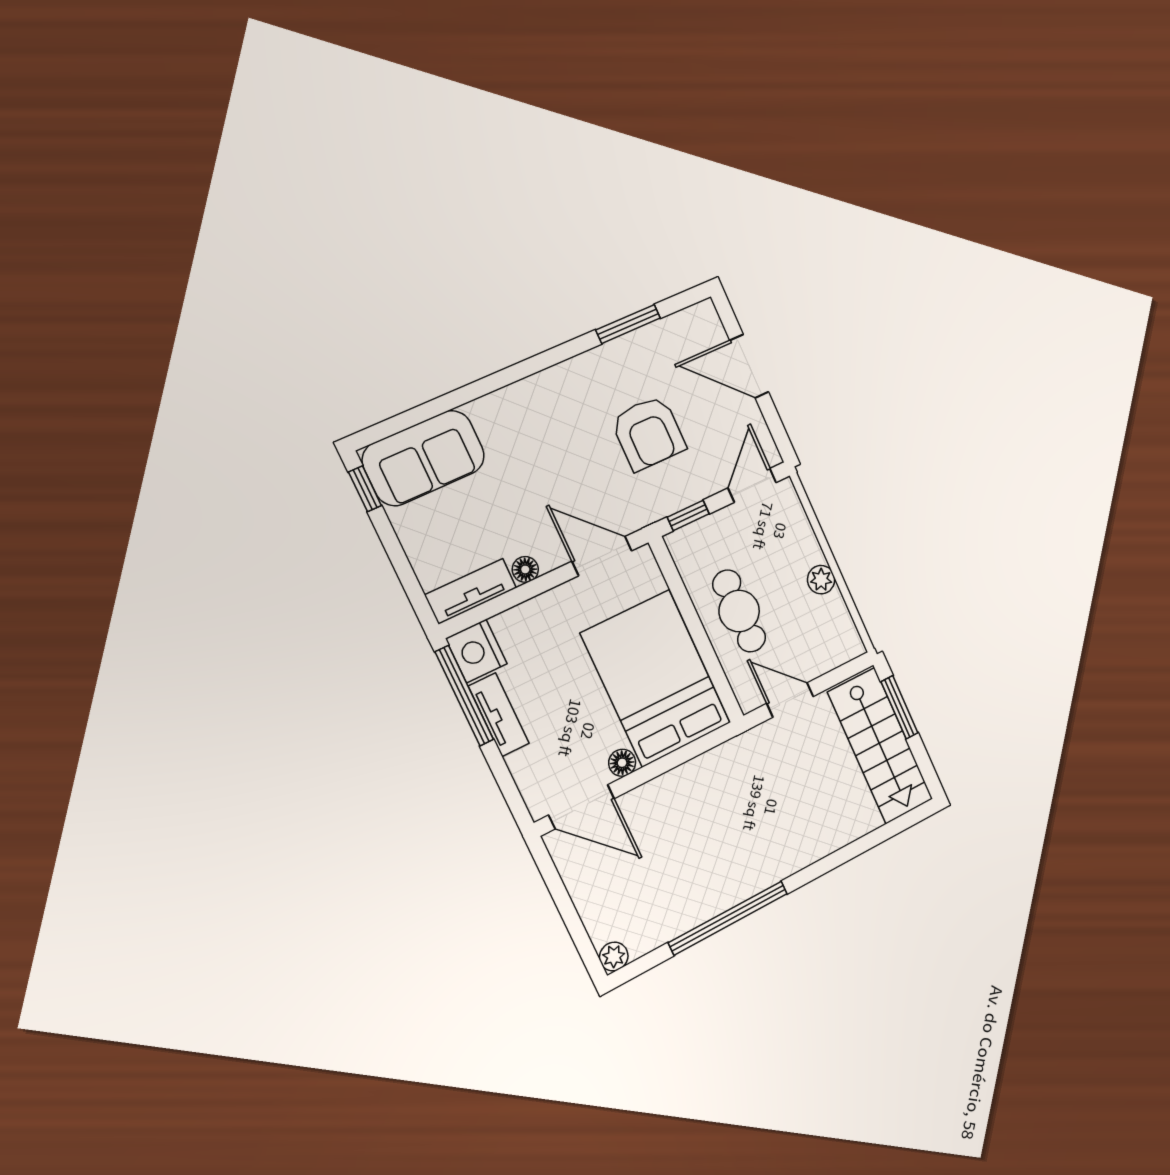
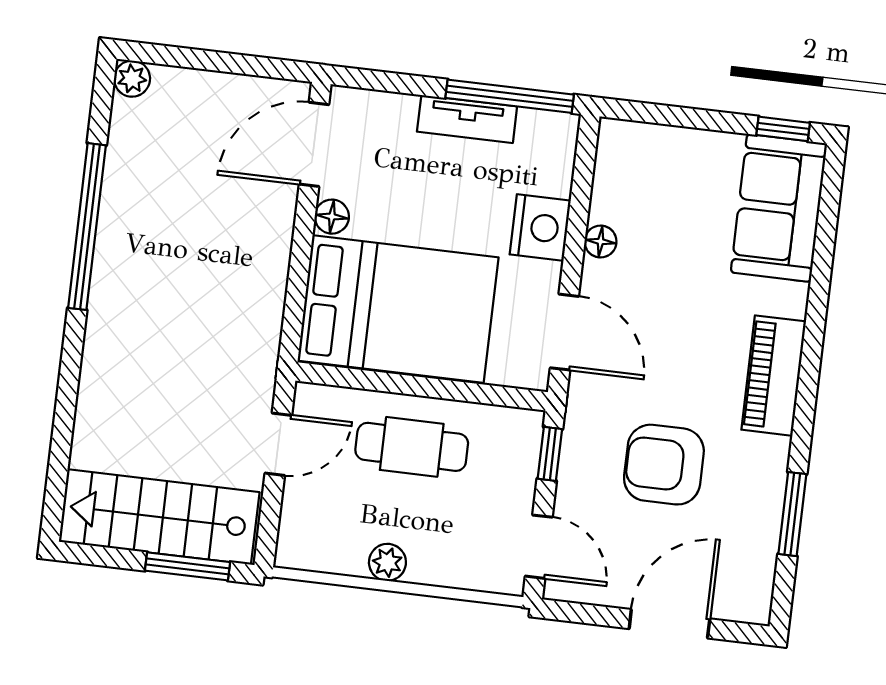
piano: (543, 392) -> (774, 376), added
door: (602, 556) -> (564, 332), hinge flipped
tv unit: (471, 591) -> (613, 171), removed
nightstand: (476, 651) -> (540, 228), moved, turned 90

